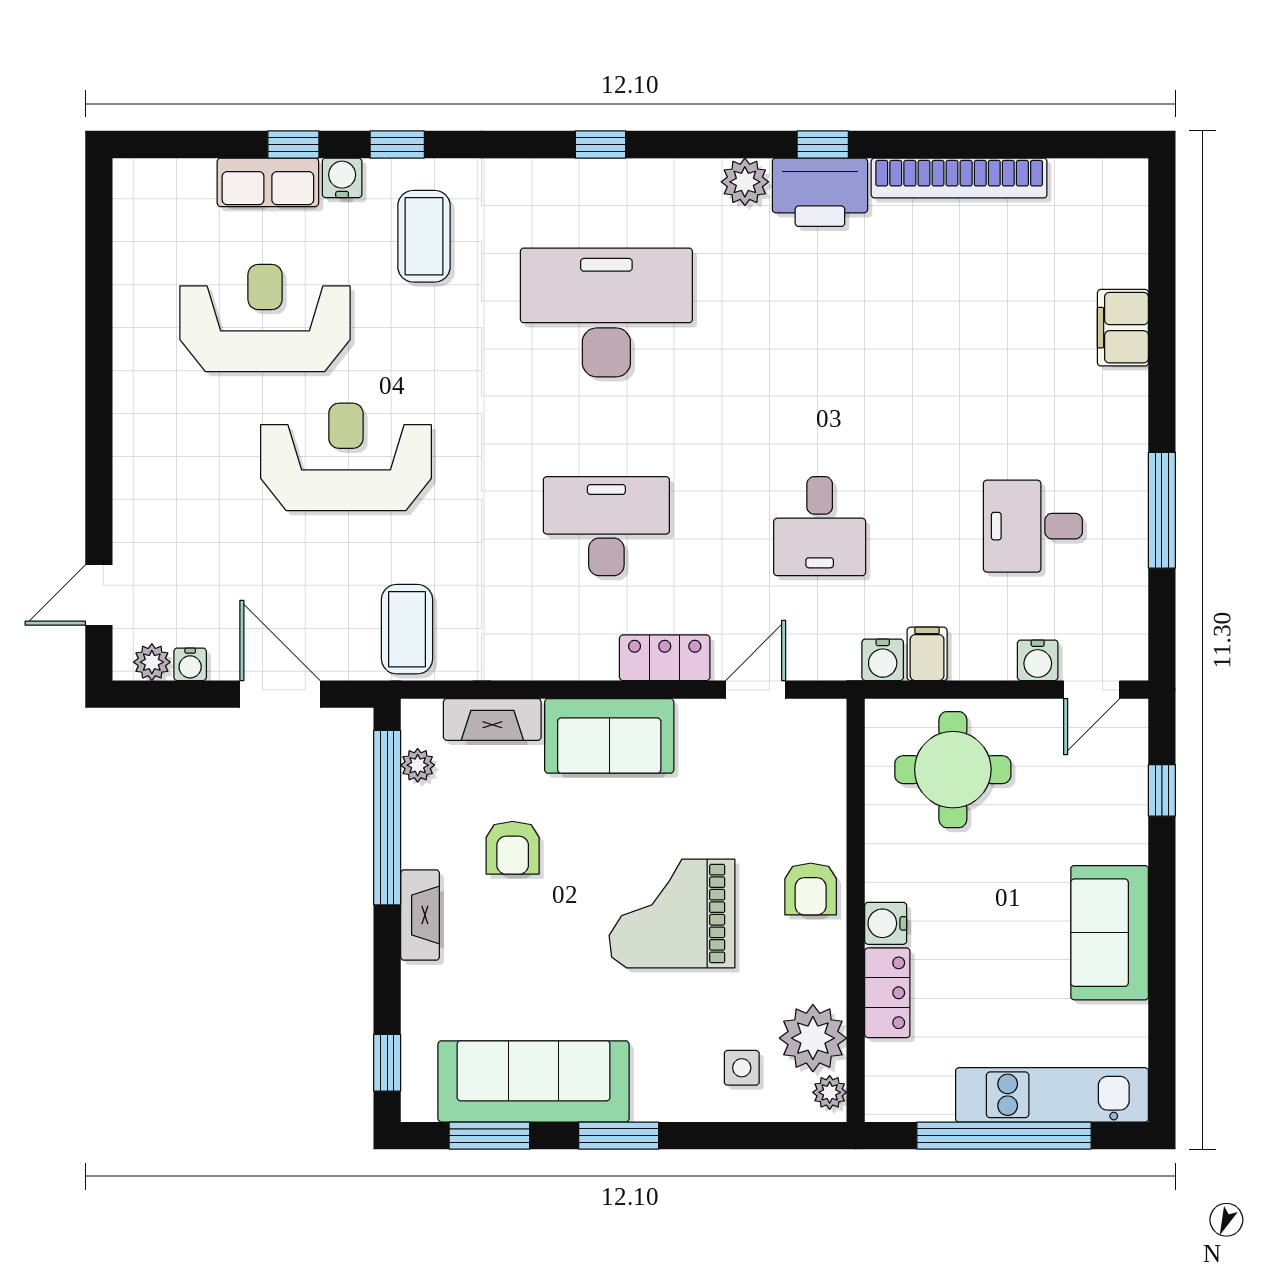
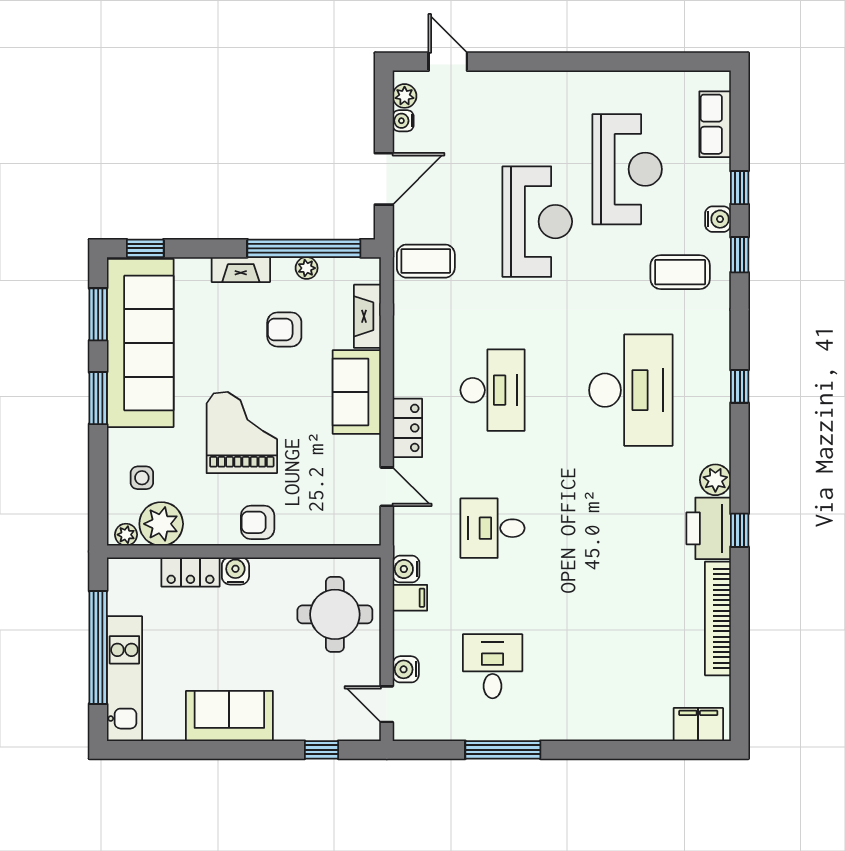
row of seats: (268, 182) -> (715, 124), moved
filing cabinet: (1123, 328) -> (698, 724), moved
plant: (418, 765) -> (307, 268), moved
sofa: (534, 1081) -> (140, 343), width x1.36, depth x1.27

